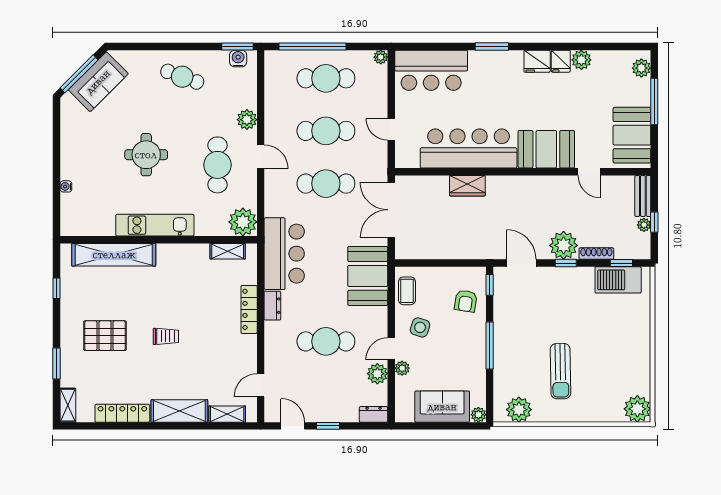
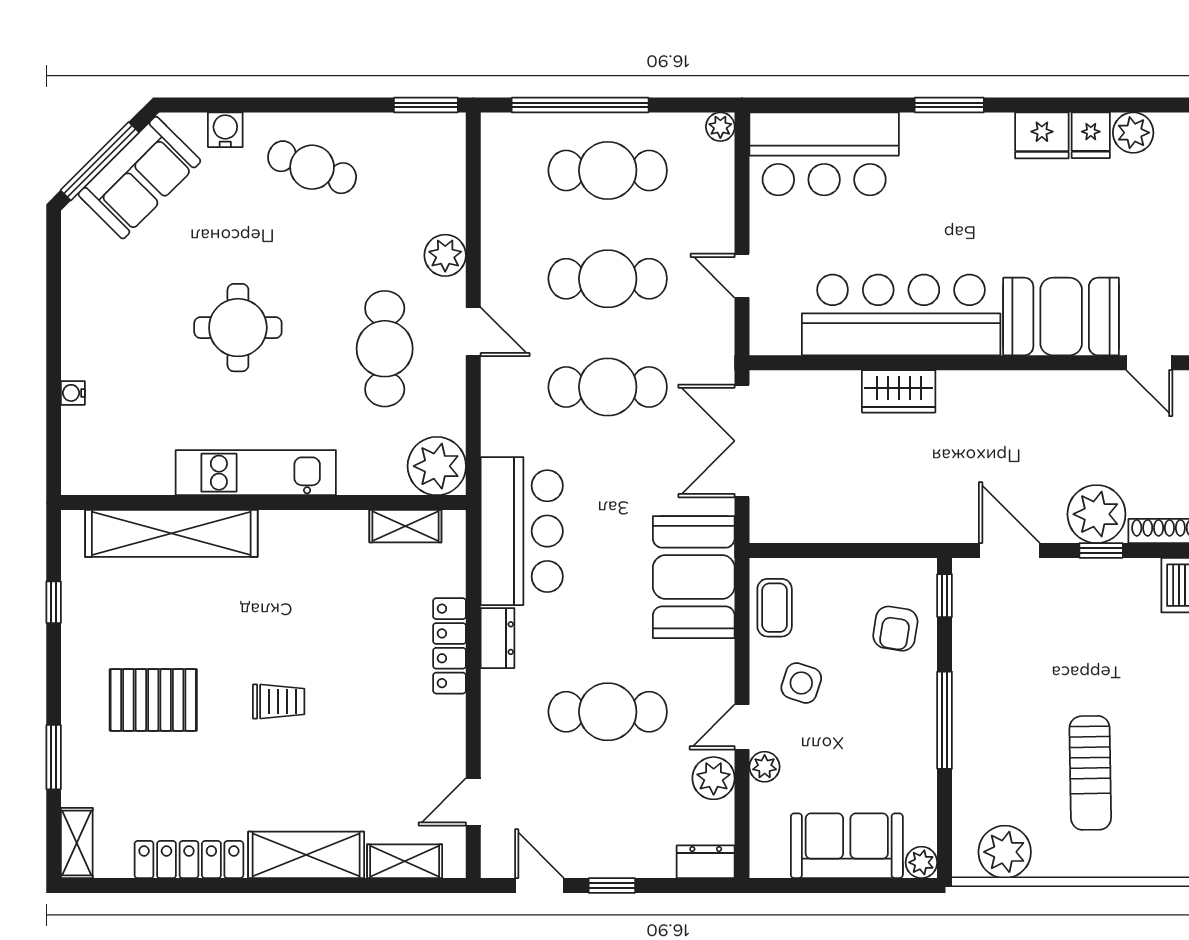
water cooler: (238, 59) -> (225, 130), moved

